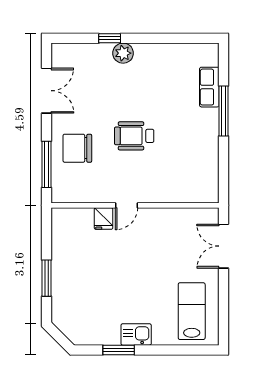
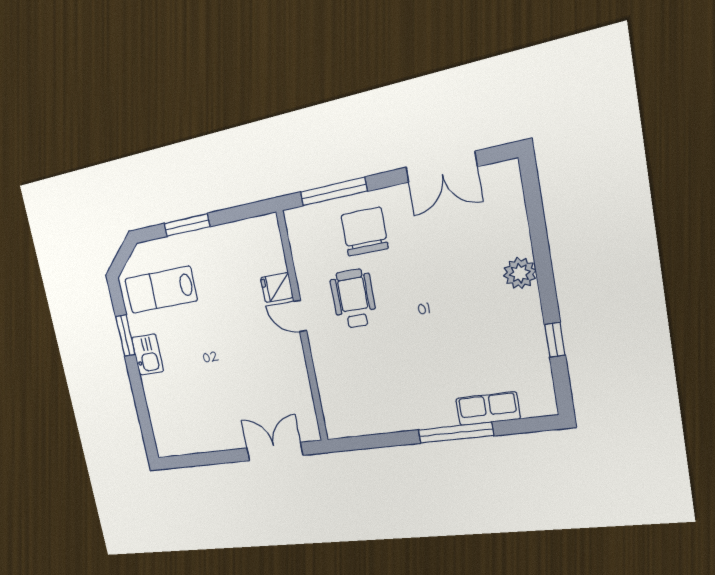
window: (110, 38) -> (555, 340), moved
wheelchair: (134, 136) -> (353, 299), moved
lab bench: (192, 311) -> (161, 290), moved, turned 180

